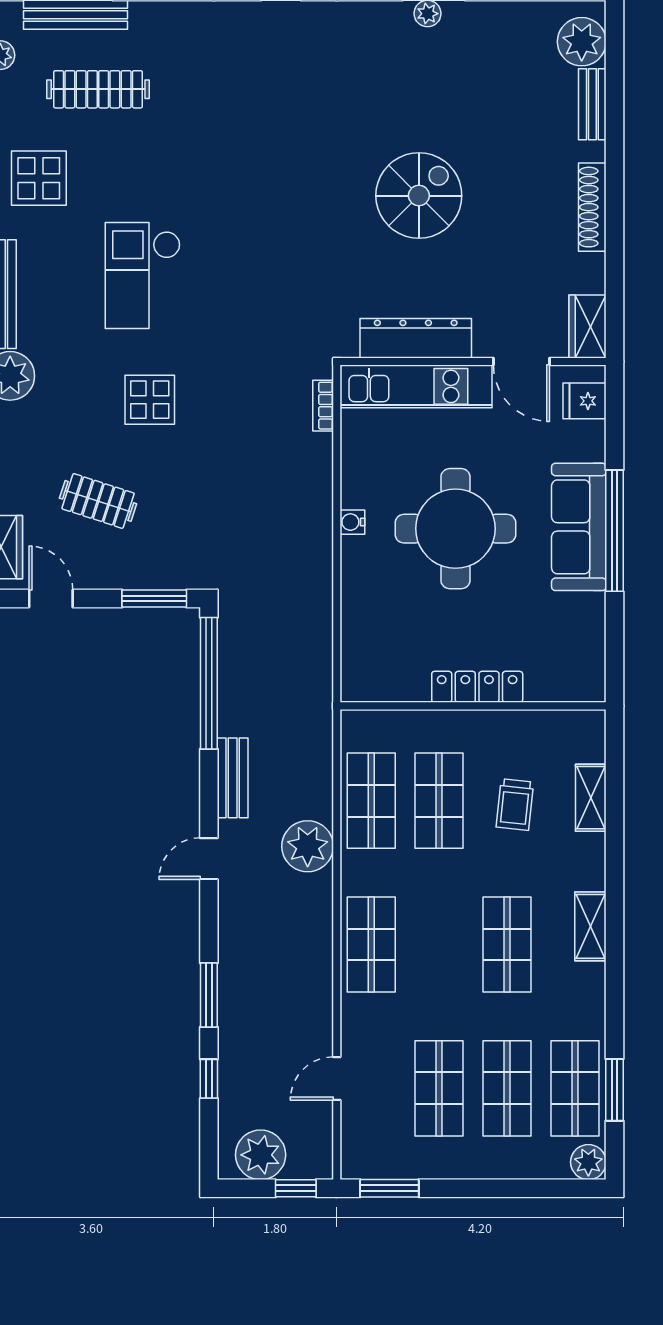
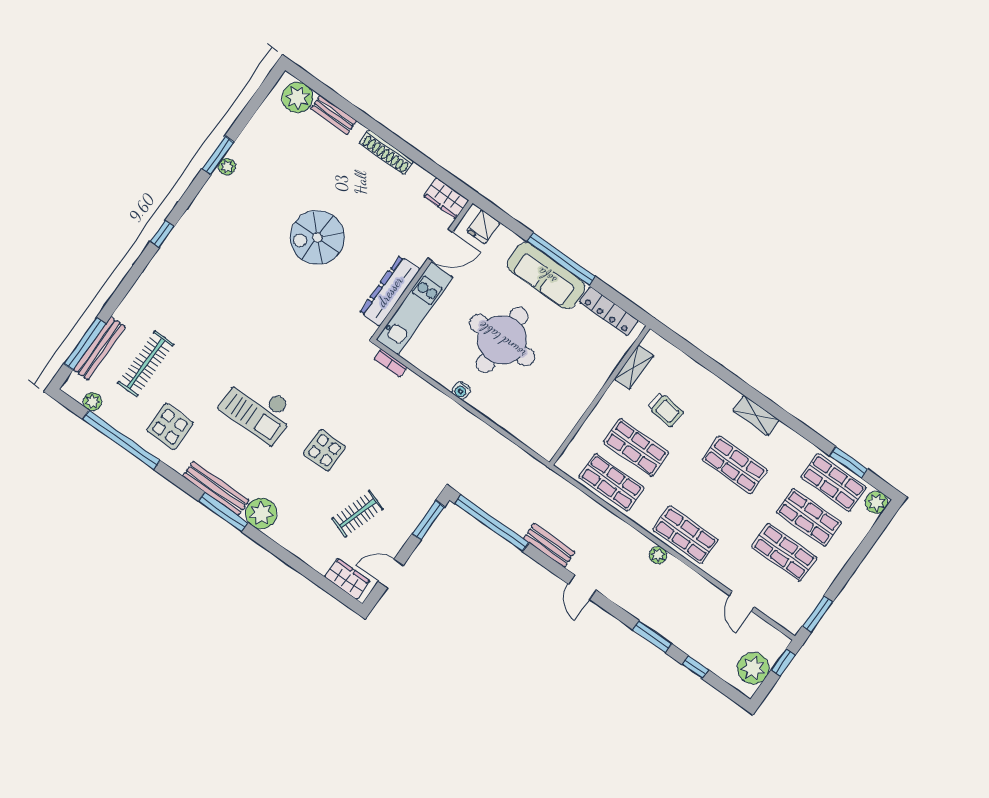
spiral stairs: (419, 196) -> (317, 237), turned -90
locker: (477, 687) -> (609, 311), moved, turned -90
shelving: (591, 798) -> (634, 367), moved, turned 90
plant: (308, 846) -> (658, 555), moved, width x0.53, depth x0.53

